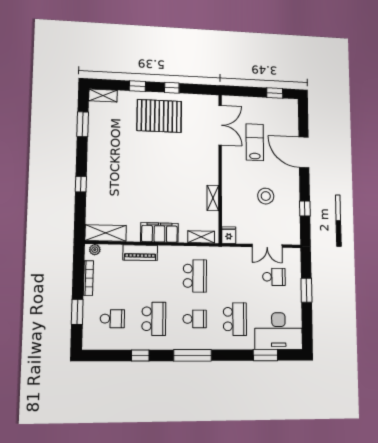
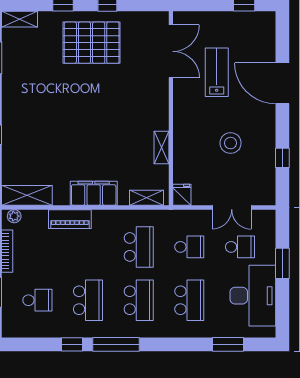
school desk: (235, 276) -> (189, 247), added
school desk: (195, 319) -> (139, 300), width x1.85
desk: (279, 331) -> (253, 296), moved, turned -90
window: (193, 355) -> (116, 344), moved

